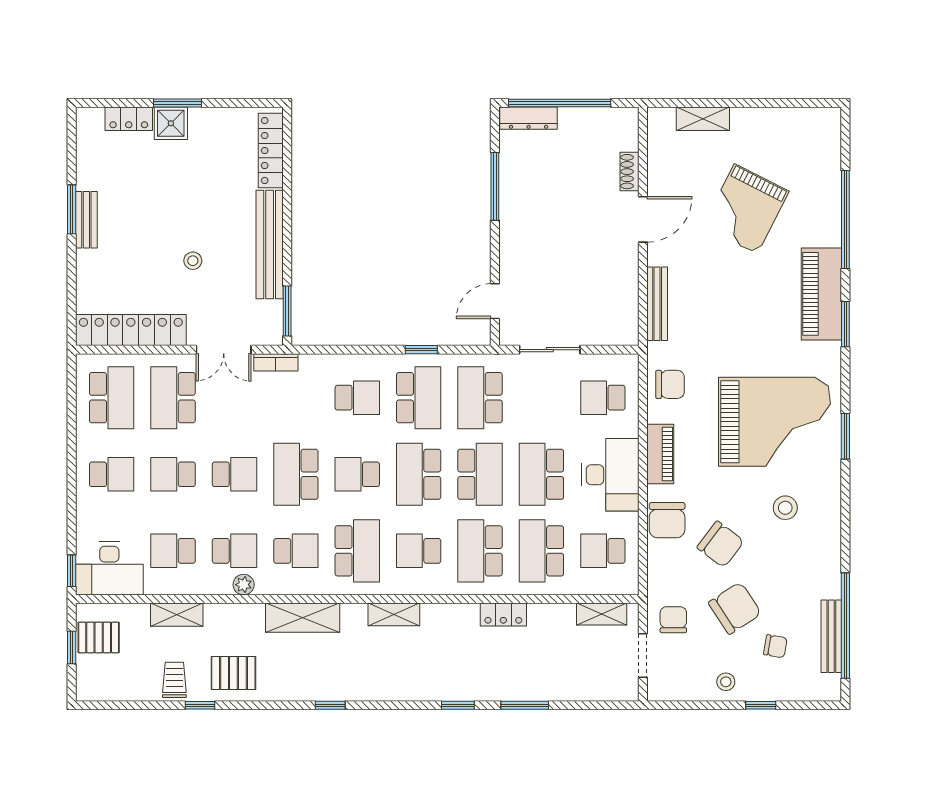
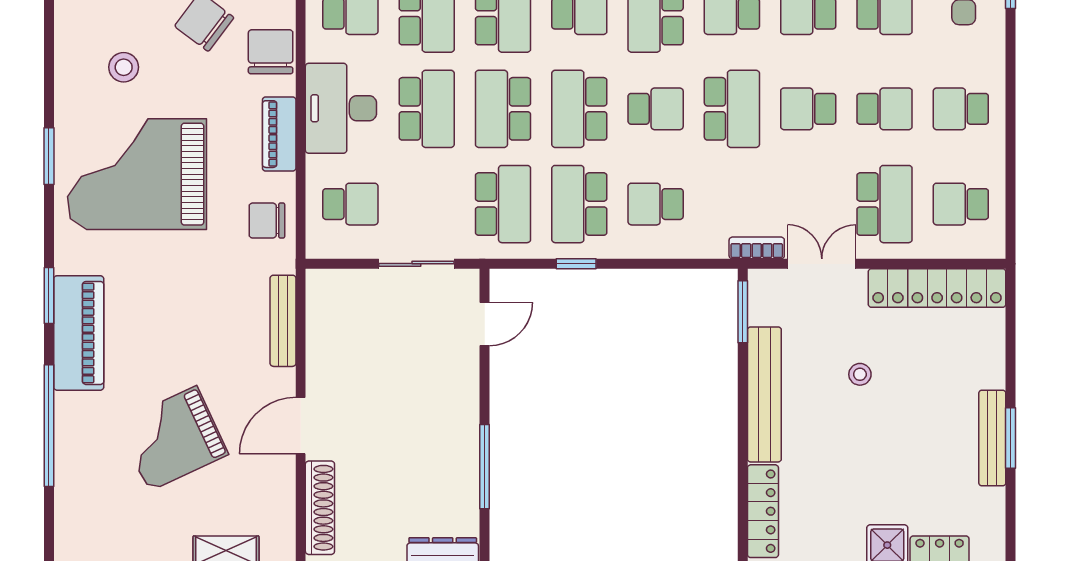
shoe rack: (630, 172) -> (320, 508), width x1.94, depth x1.24
grand piano: (746, 209) -> (173, 439), turned -142
bench: (86, 220) -> (992, 438), width x1.36
school desk: (112, 398) -> (961, 204), width x0.54
school desk: (419, 474) -> (579, 109), turned 180

